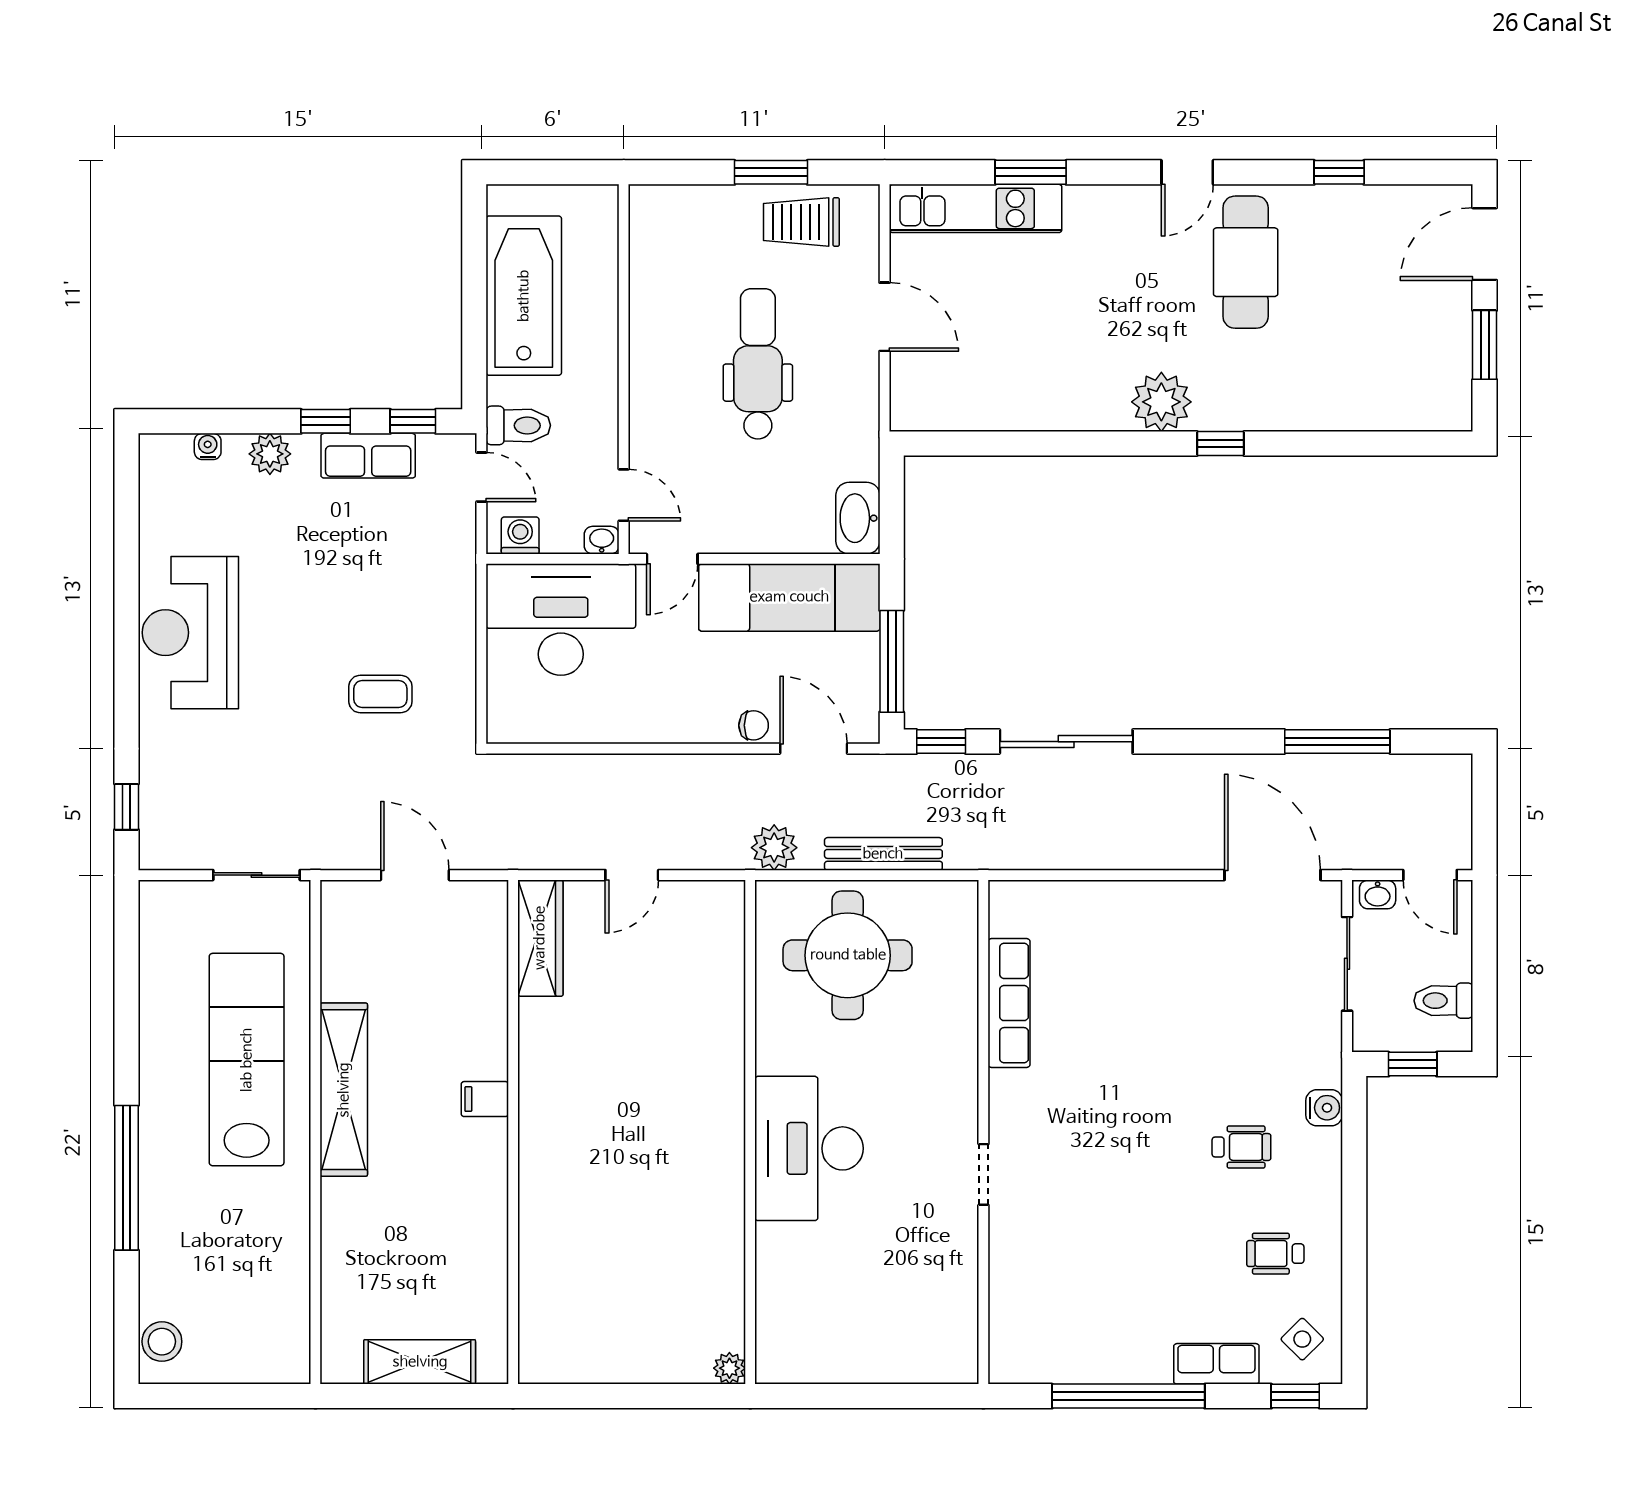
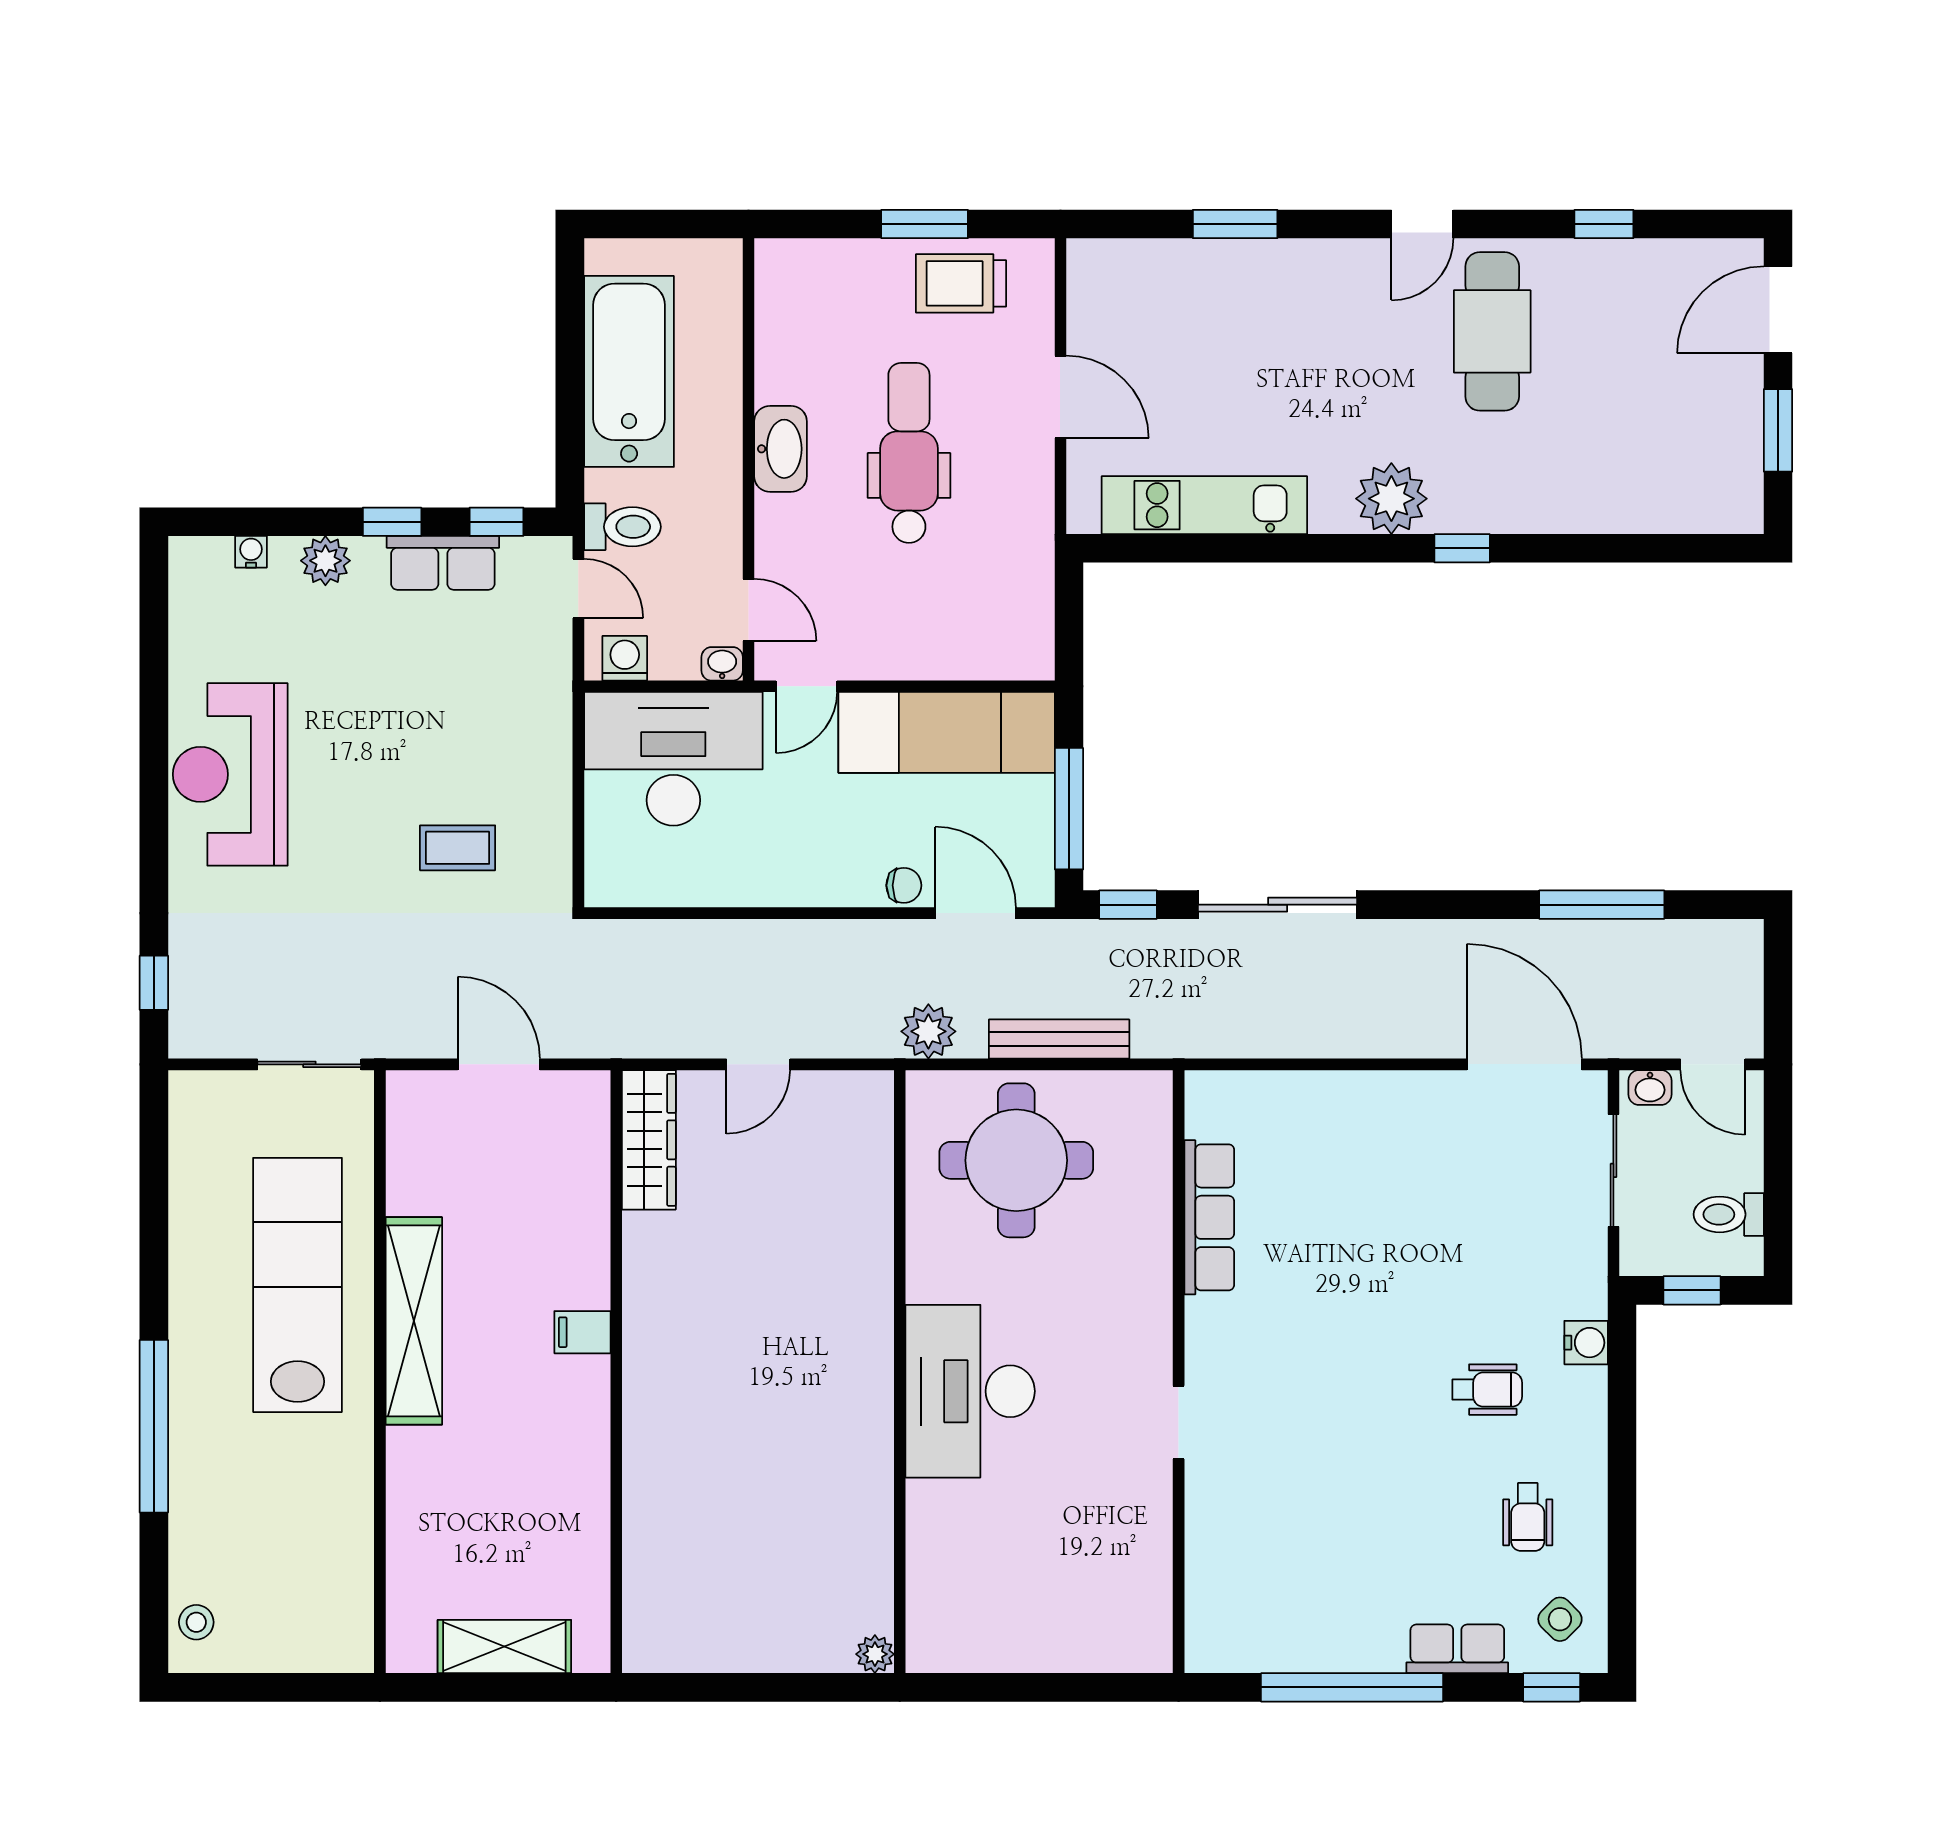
kitchen unit: (976, 208) -> (1204, 505), moved, turned 180
washbasin: (858, 518) -> (780, 449), moved, turned 180
wheelchair: (1275, 1254) -> (1528, 1517), turned -90
stool: (162, 1342) -> (196, 1622), width x0.73, depth x0.73

